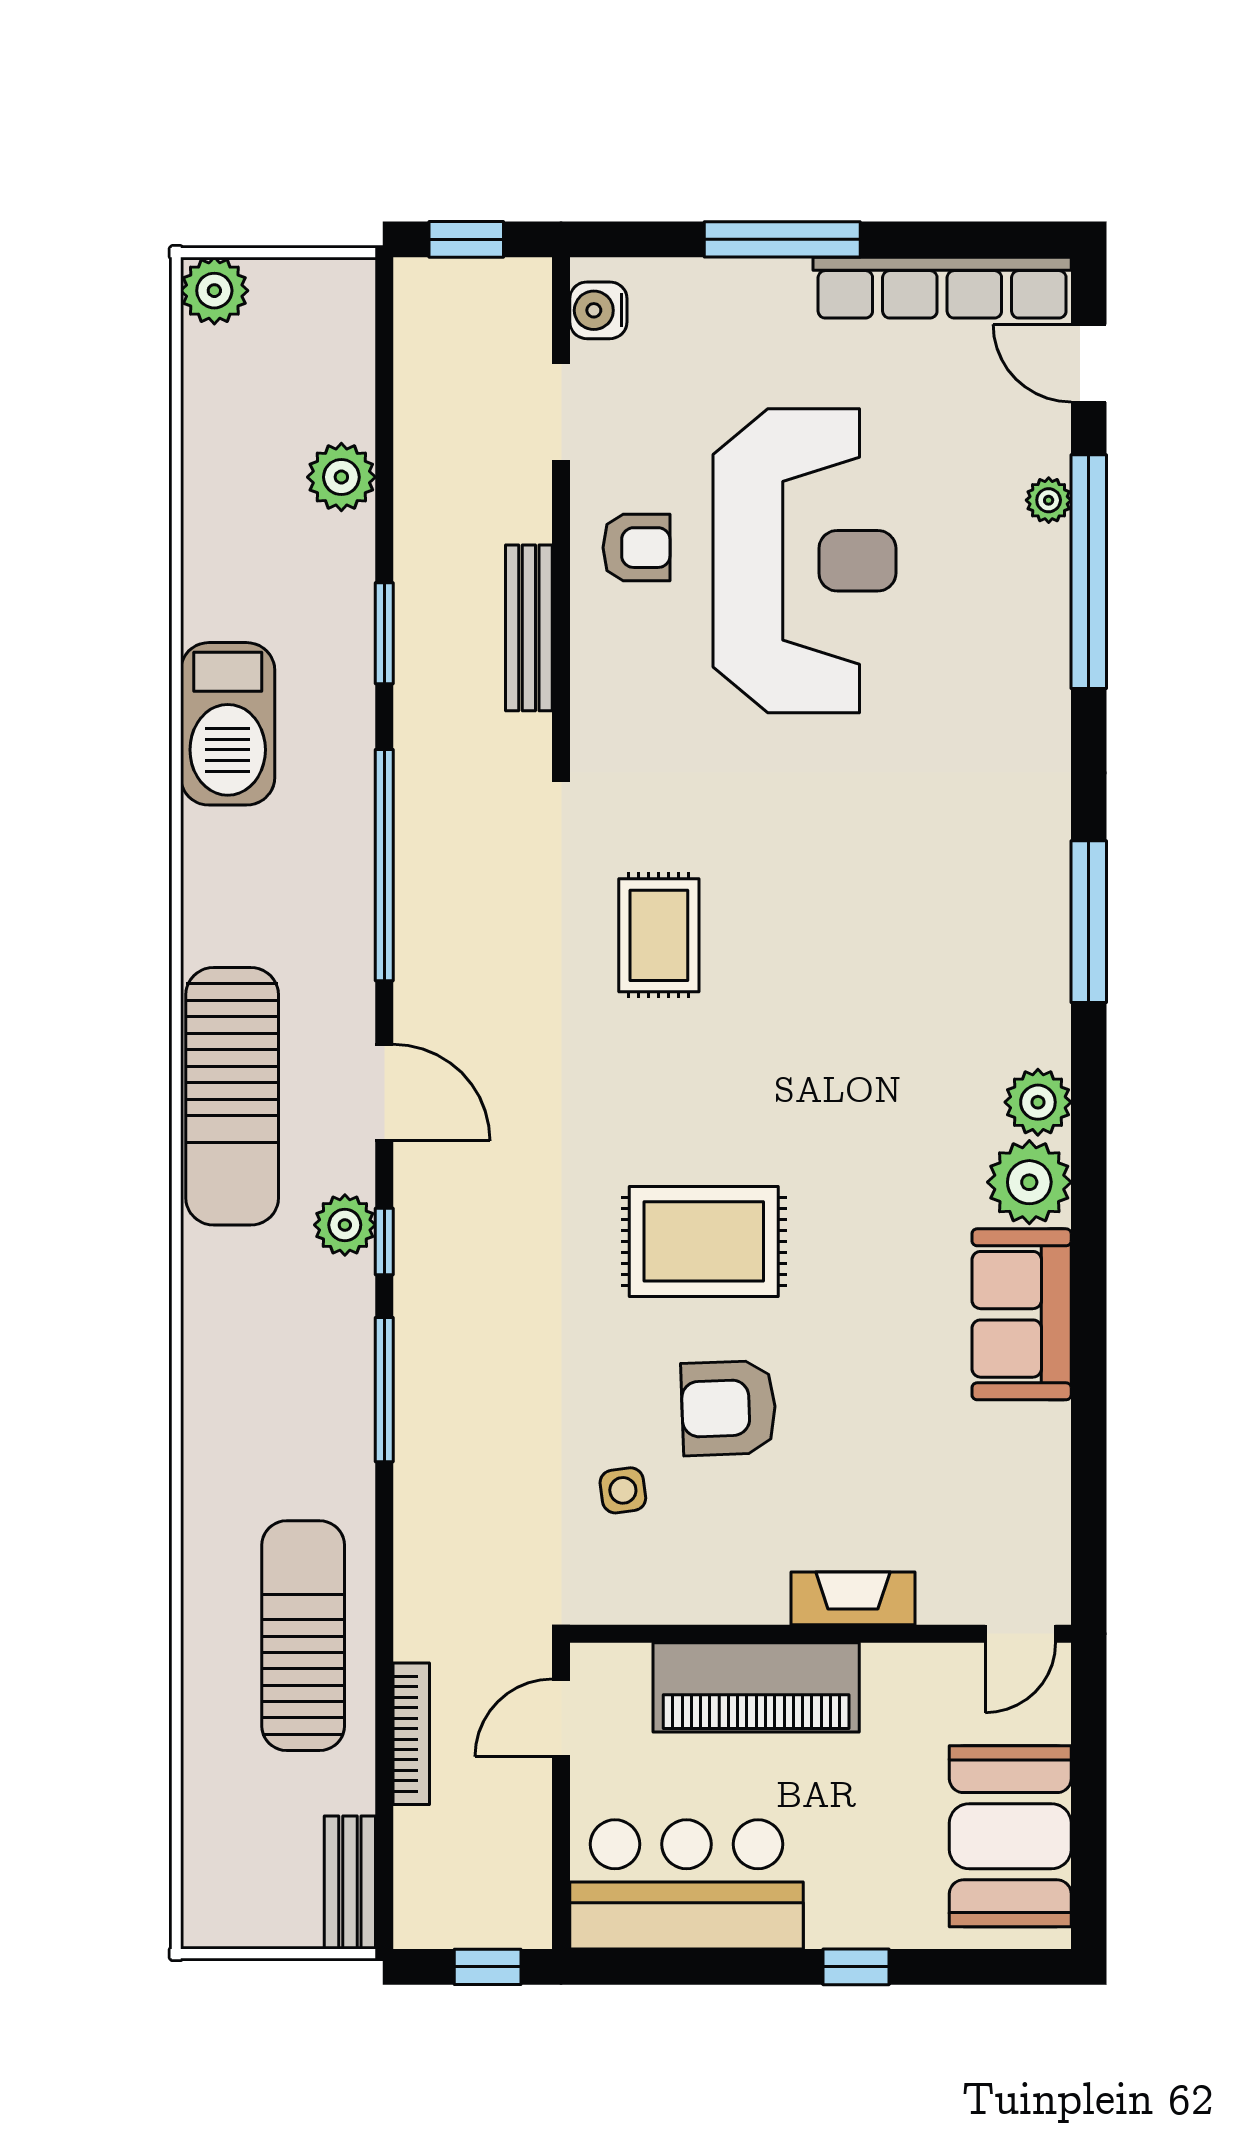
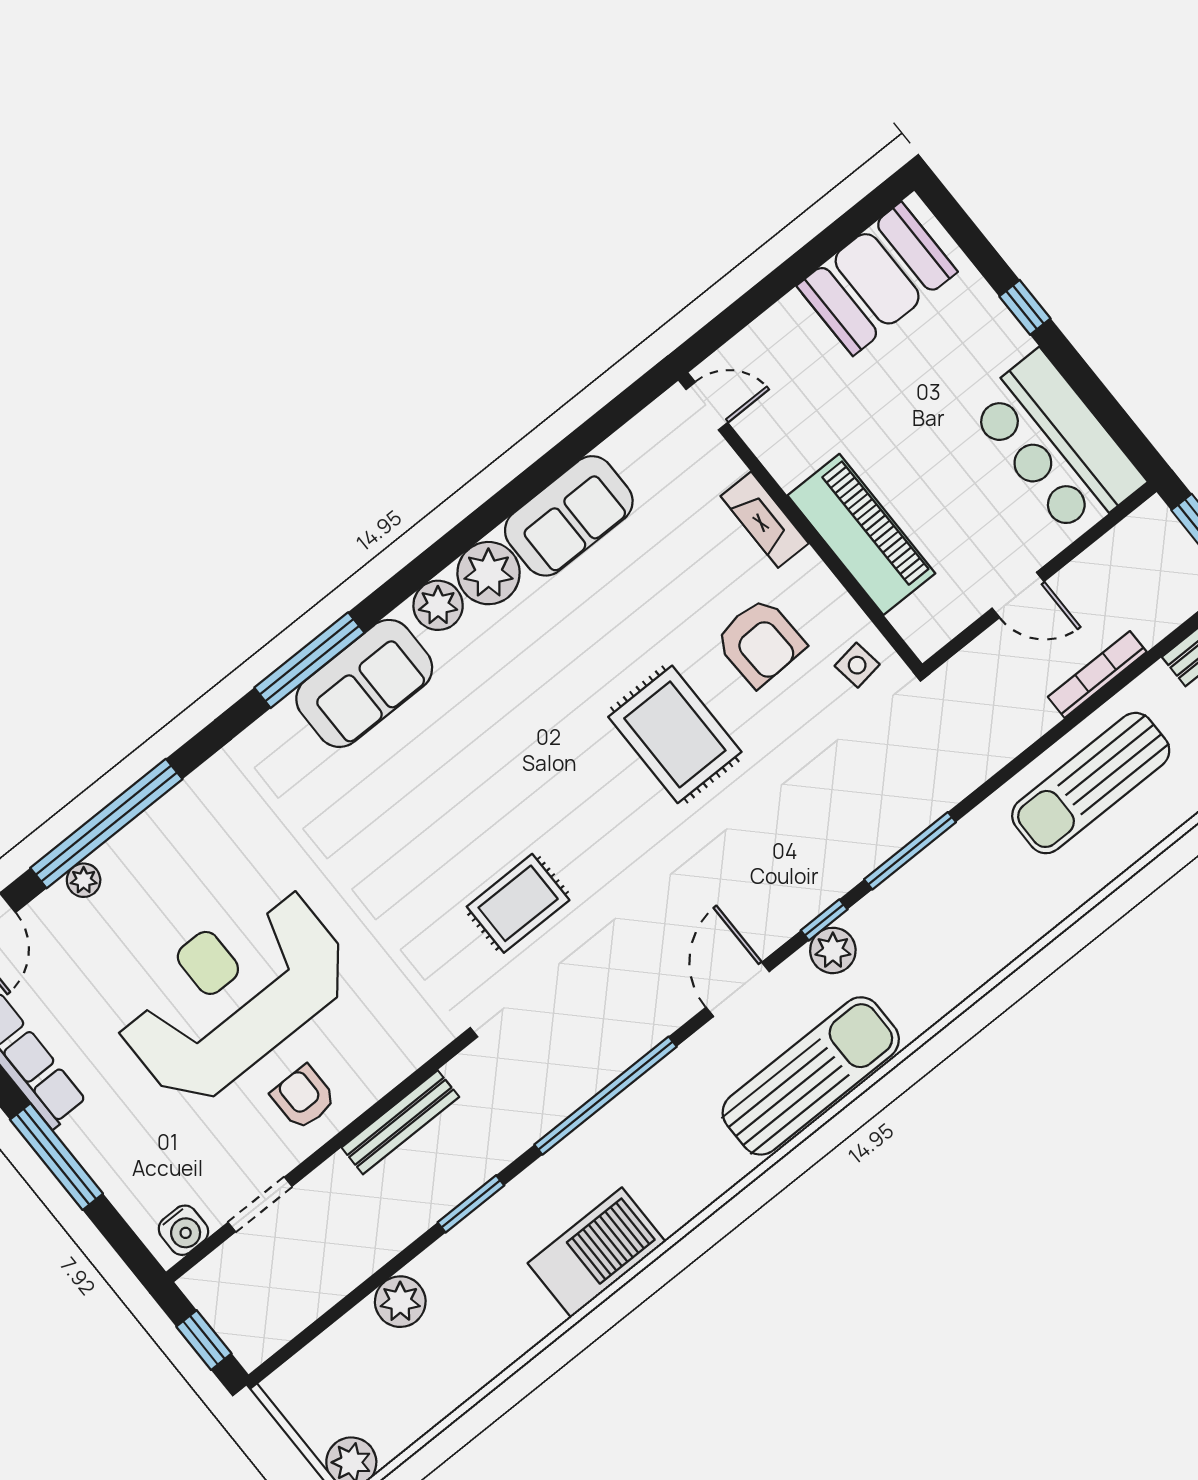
sofa: (1018, 959) -> (364, 683), added
fireplace: (853, 1598) -> (765, 520), moved
wall: (820, 1634) -> (800, 522), moved
door: (1020, 1634) -> (707, 406), moved
piano: (756, 1687) -> (861, 534), moved

